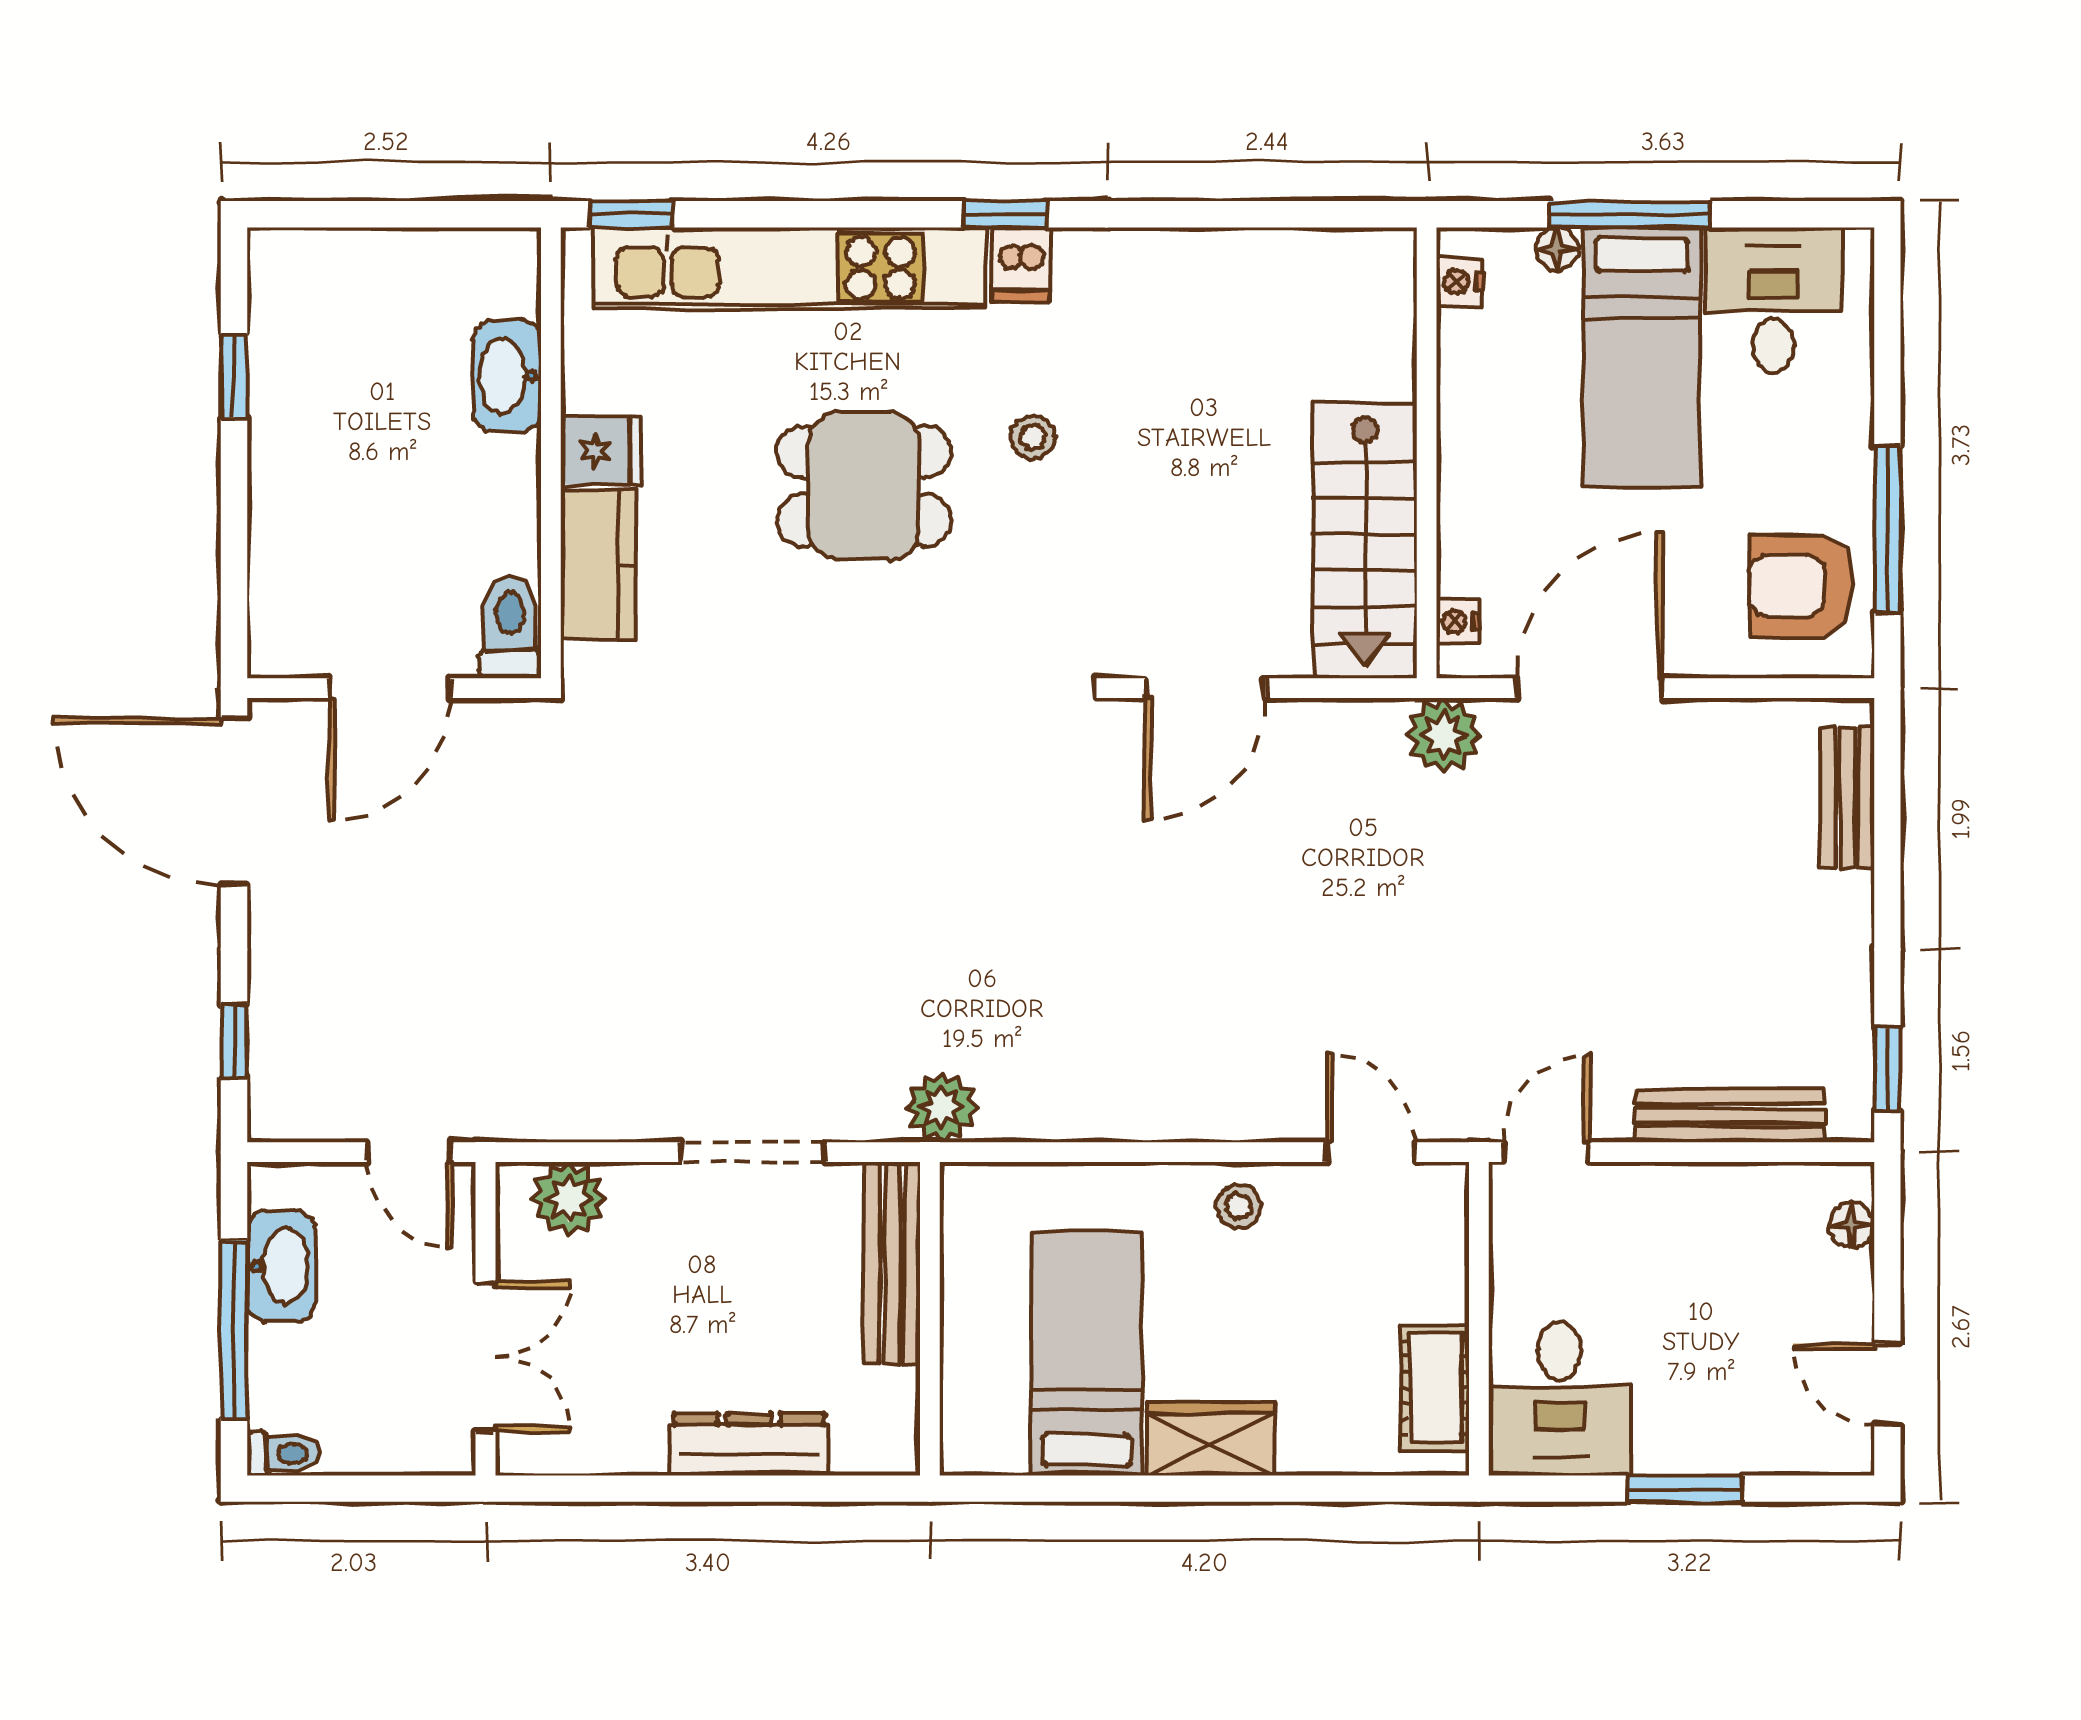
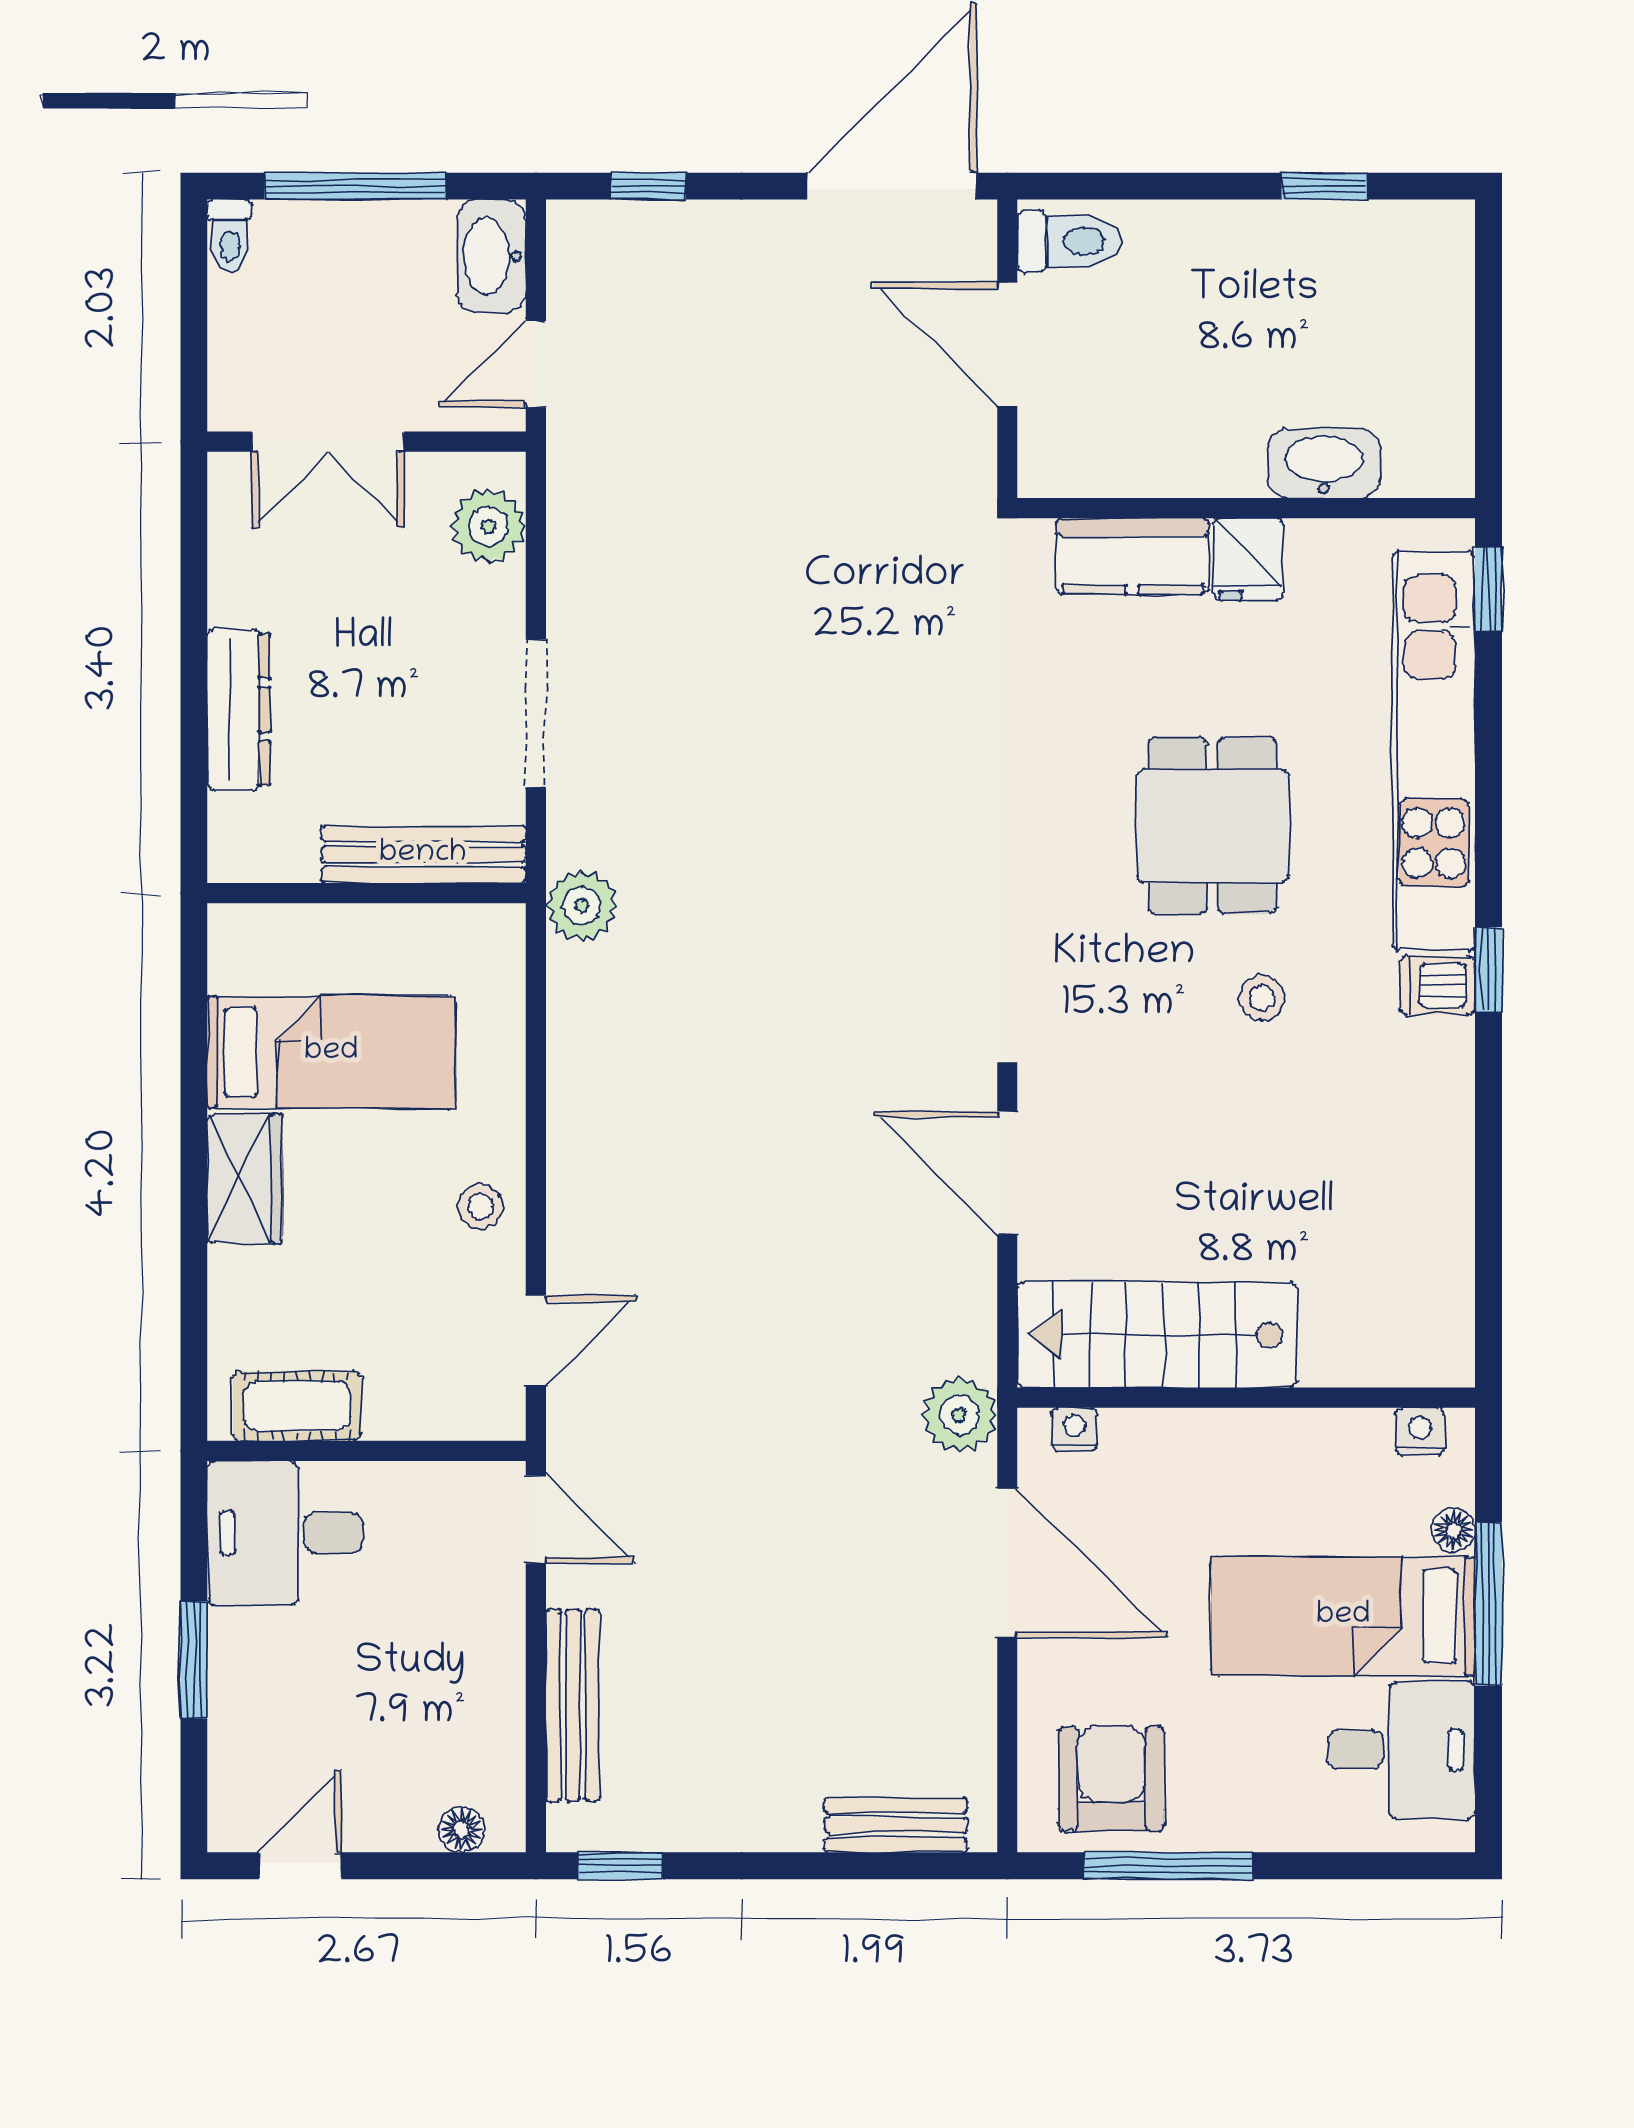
toilet: (510, 627) -> (1069, 241), moved
washbasin: (281, 1266) -> (491, 256), moved, turned 90

